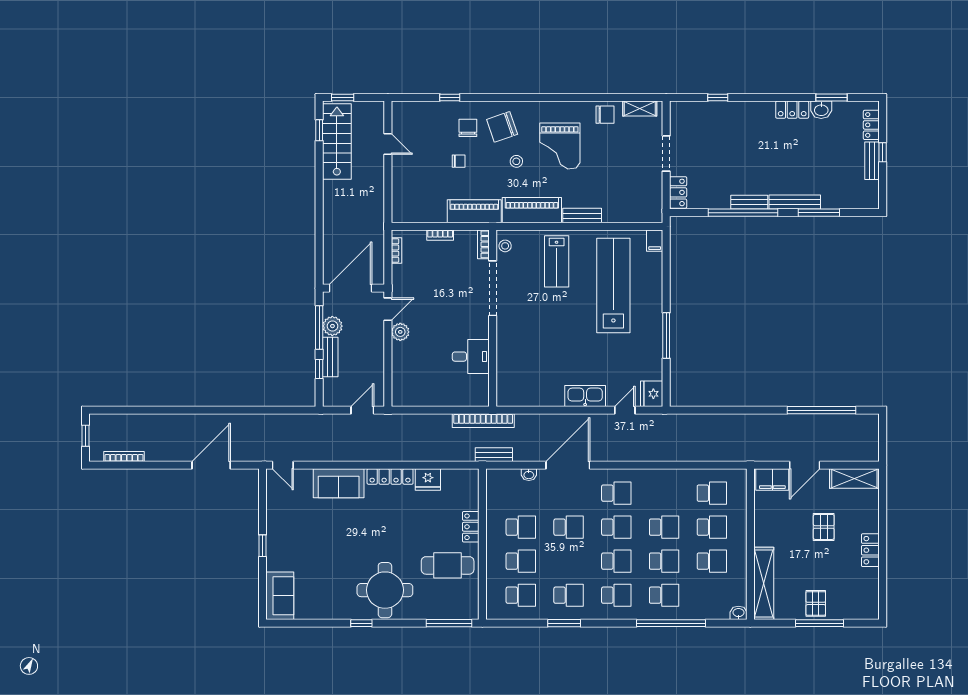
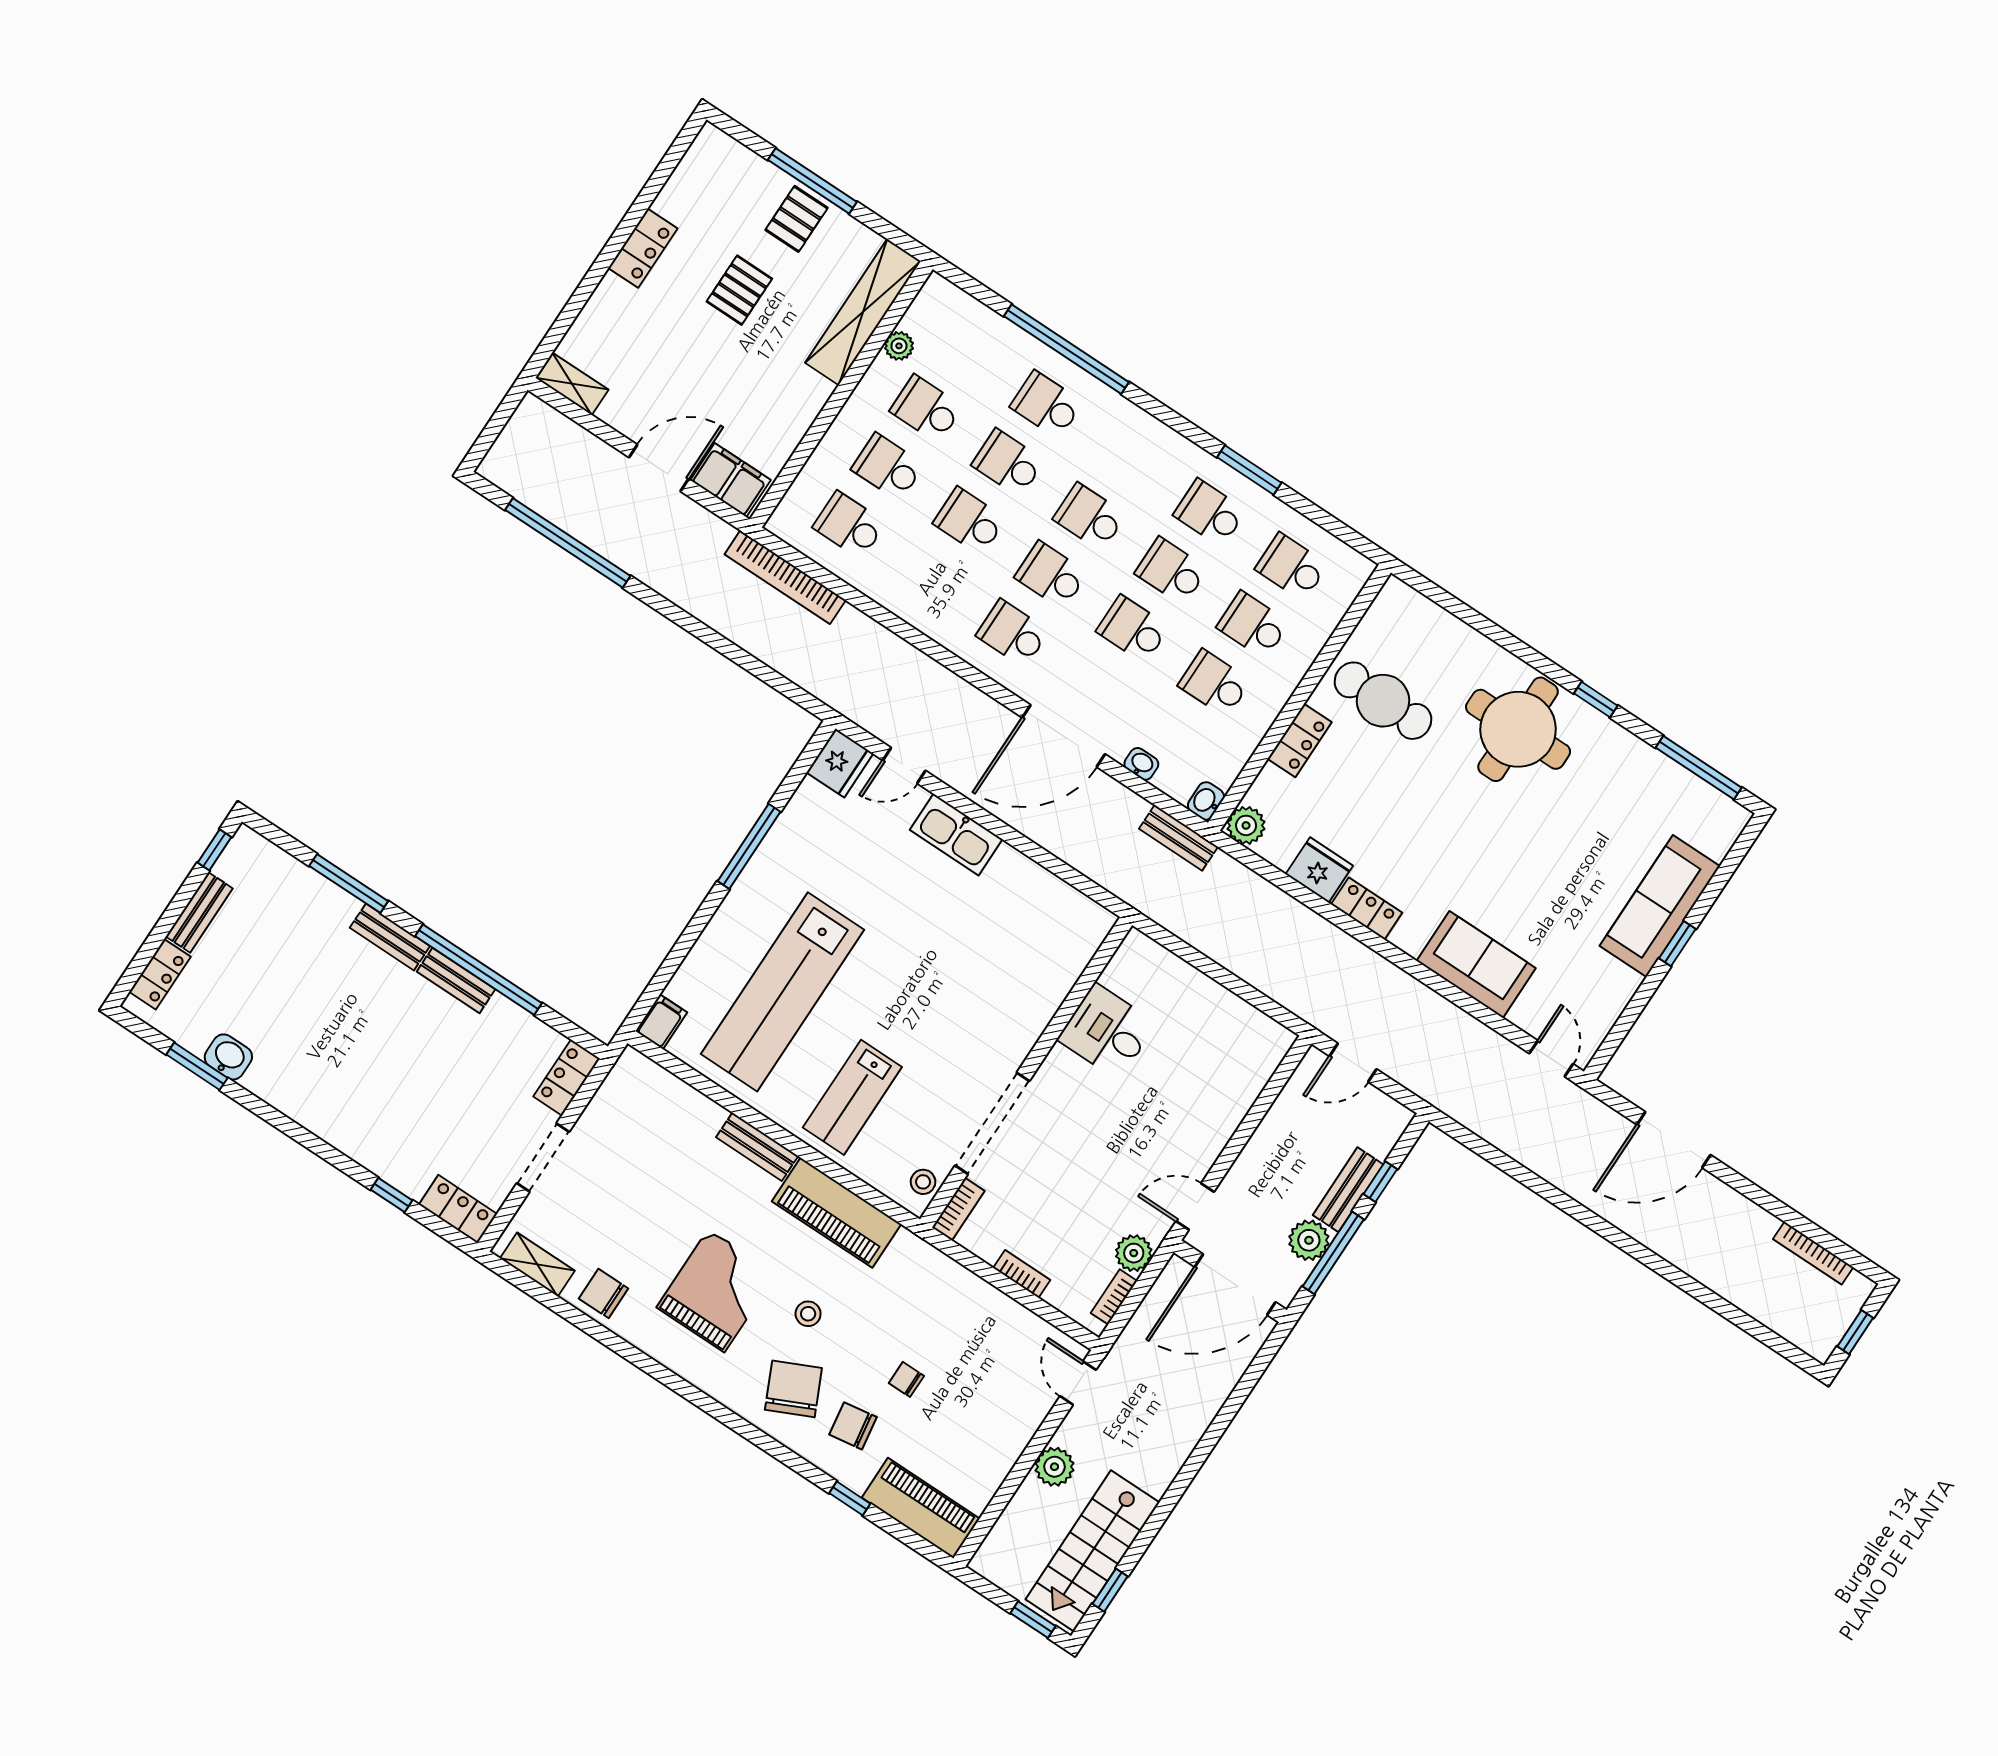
locker: (792, 110) -> (458, 1209), moved
chair: (502, 127) -> (793, 1389), turned -96
chair: (468, 128) -> (853, 1426), turned 81
door: (388, 144) -> (1078, 1383), moved
window: (883, 152) -> (214, 850), moved
plant: (375, 165) -> (1054, 1467), added
bench: (795, 202) -> (390, 937), width x0.73
piano: (474, 211) -> (921, 1508), moved, turned 180
lab bench: (557, 261) -> (852, 1097), turned 180
plant: (400, 332) -> (1134, 1253), moved
bookcase: (483, 421) -> (785, 577), moved, turned 180
locker: (390, 476) -> (1367, 909), width x0.66
plant: (470, 478) -> (1246, 825), added
shelving: (854, 478) -> (572, 384), width x0.67, depth x0.75
pallet: (824, 527) -> (739, 290), moved
plant: (740, 579) -> (899, 346), added
school desk: (616, 595) -> (1171, 571), moved
sofa: (280, 596) -> (1660, 906), moved, width x1.36
washbasin: (738, 613) -> (1206, 801), moved, turned 90
window: (449, 623) -> (1699, 768), moved

